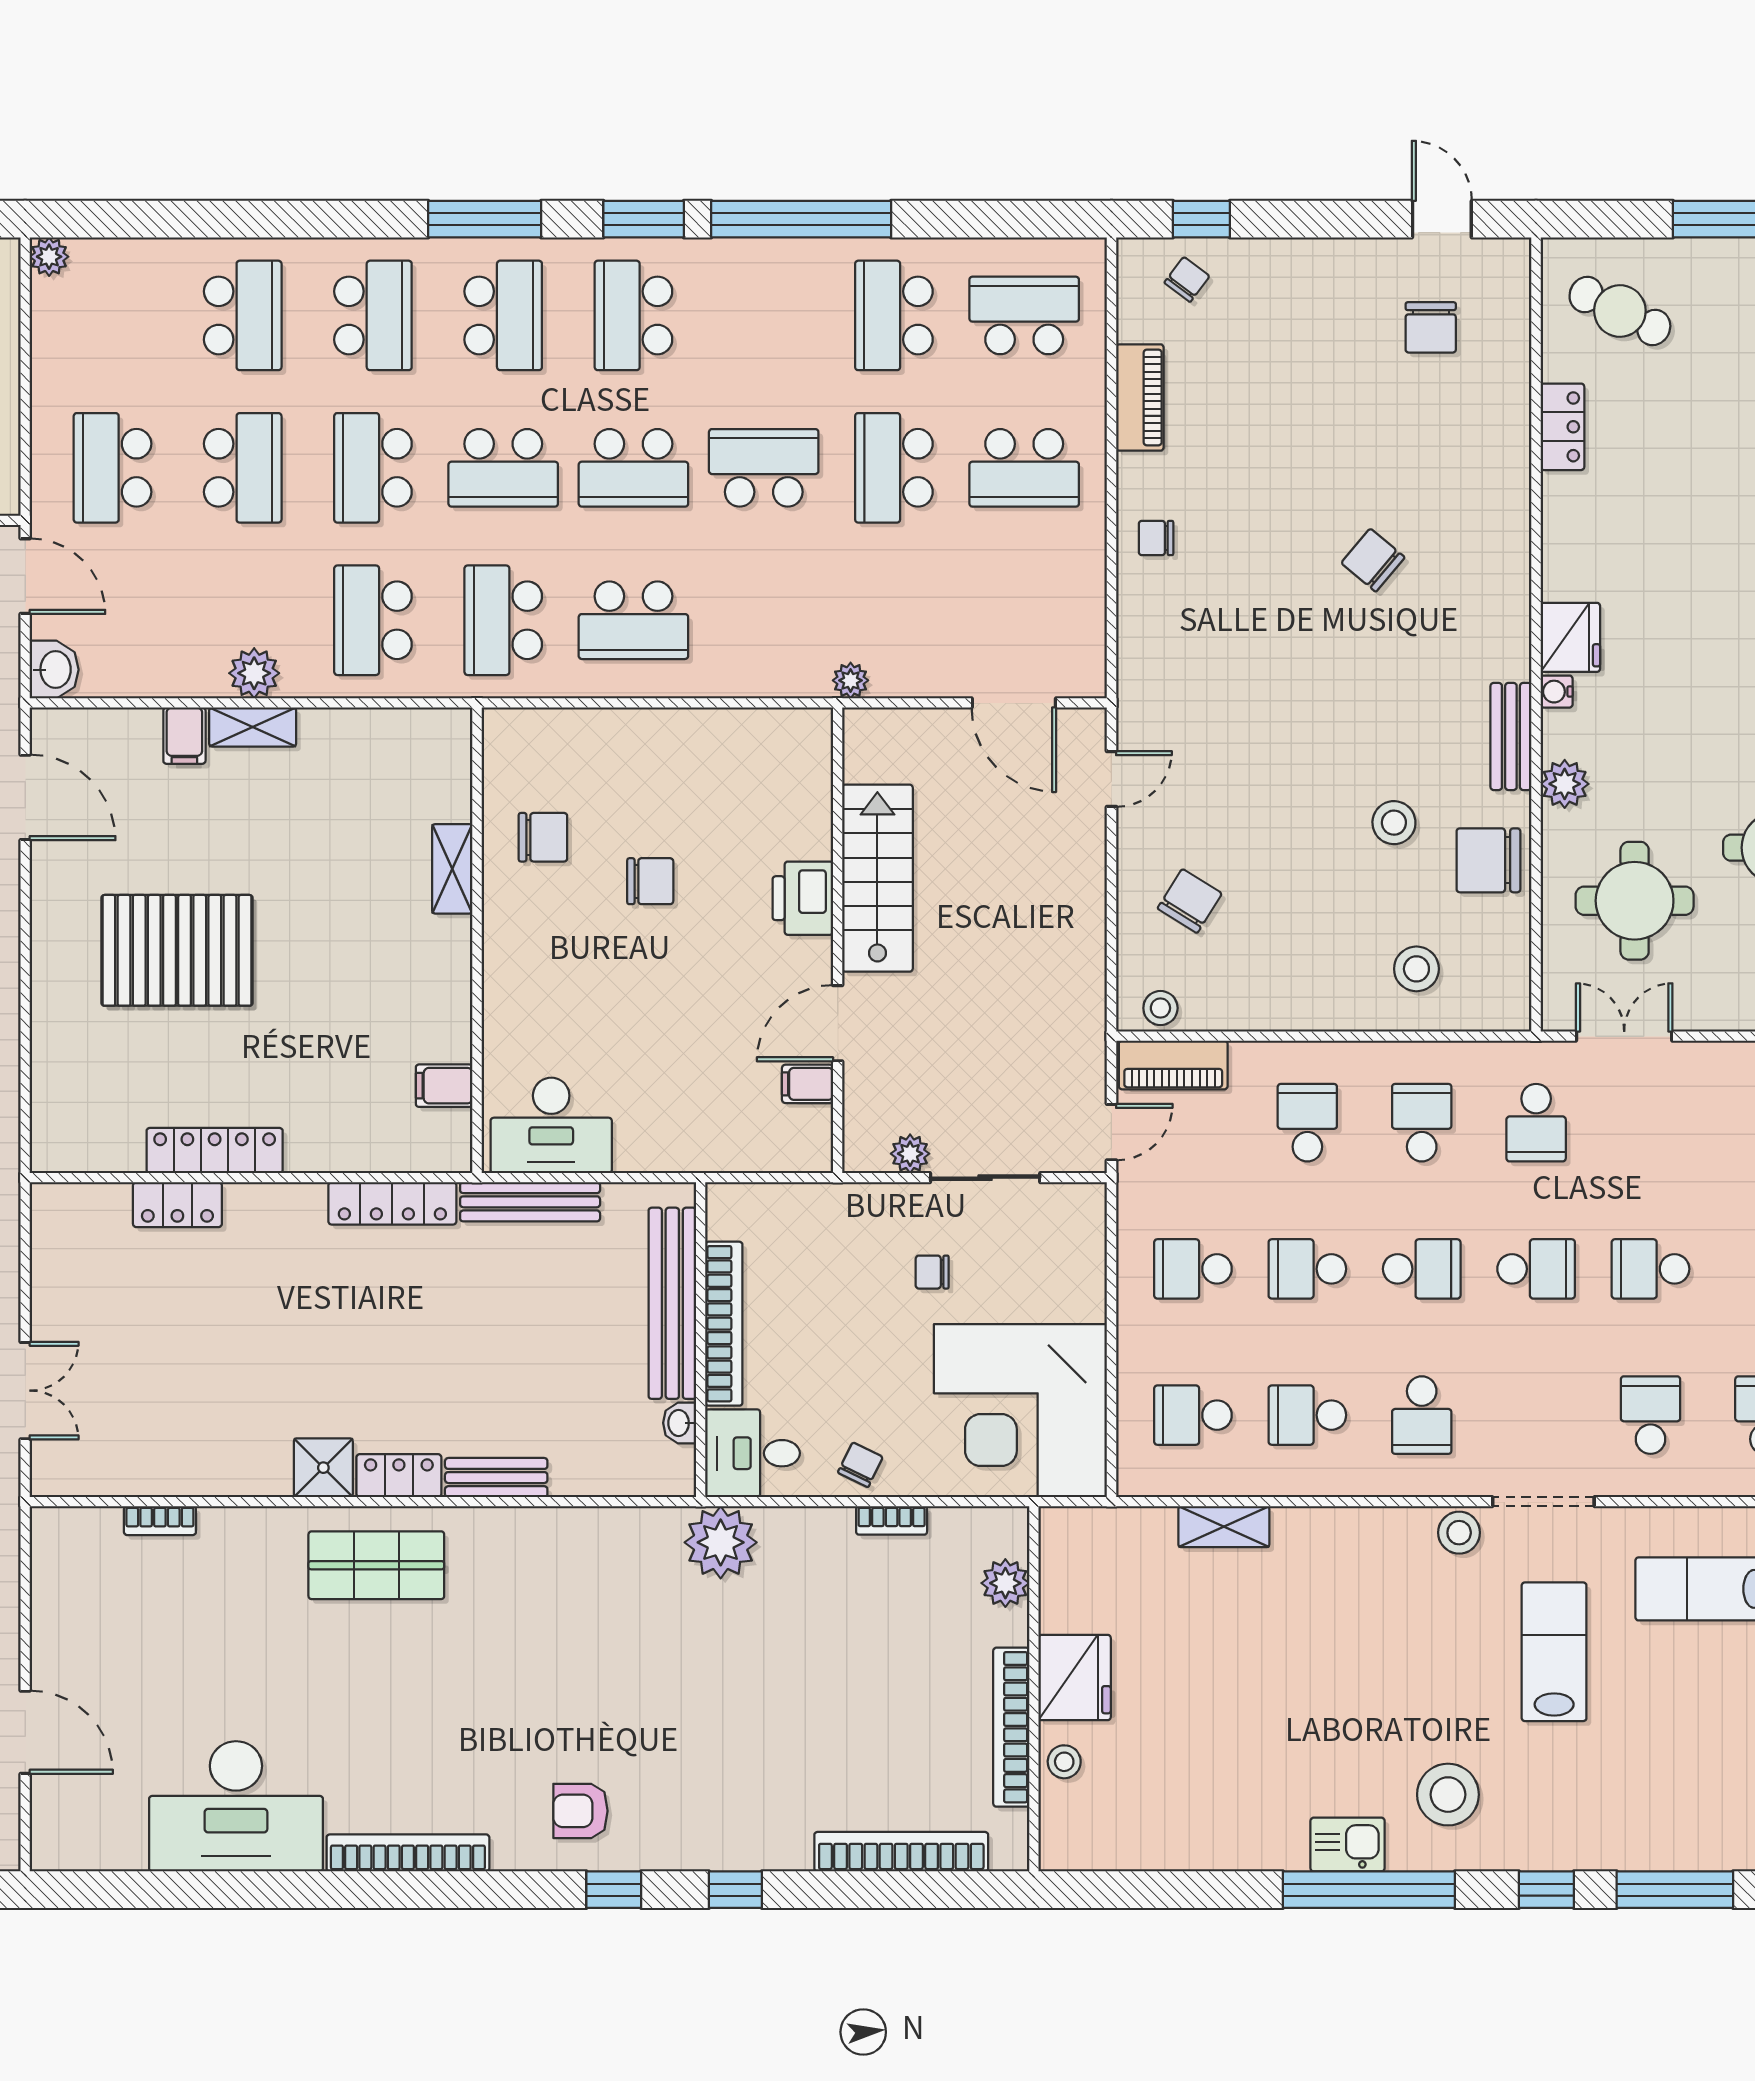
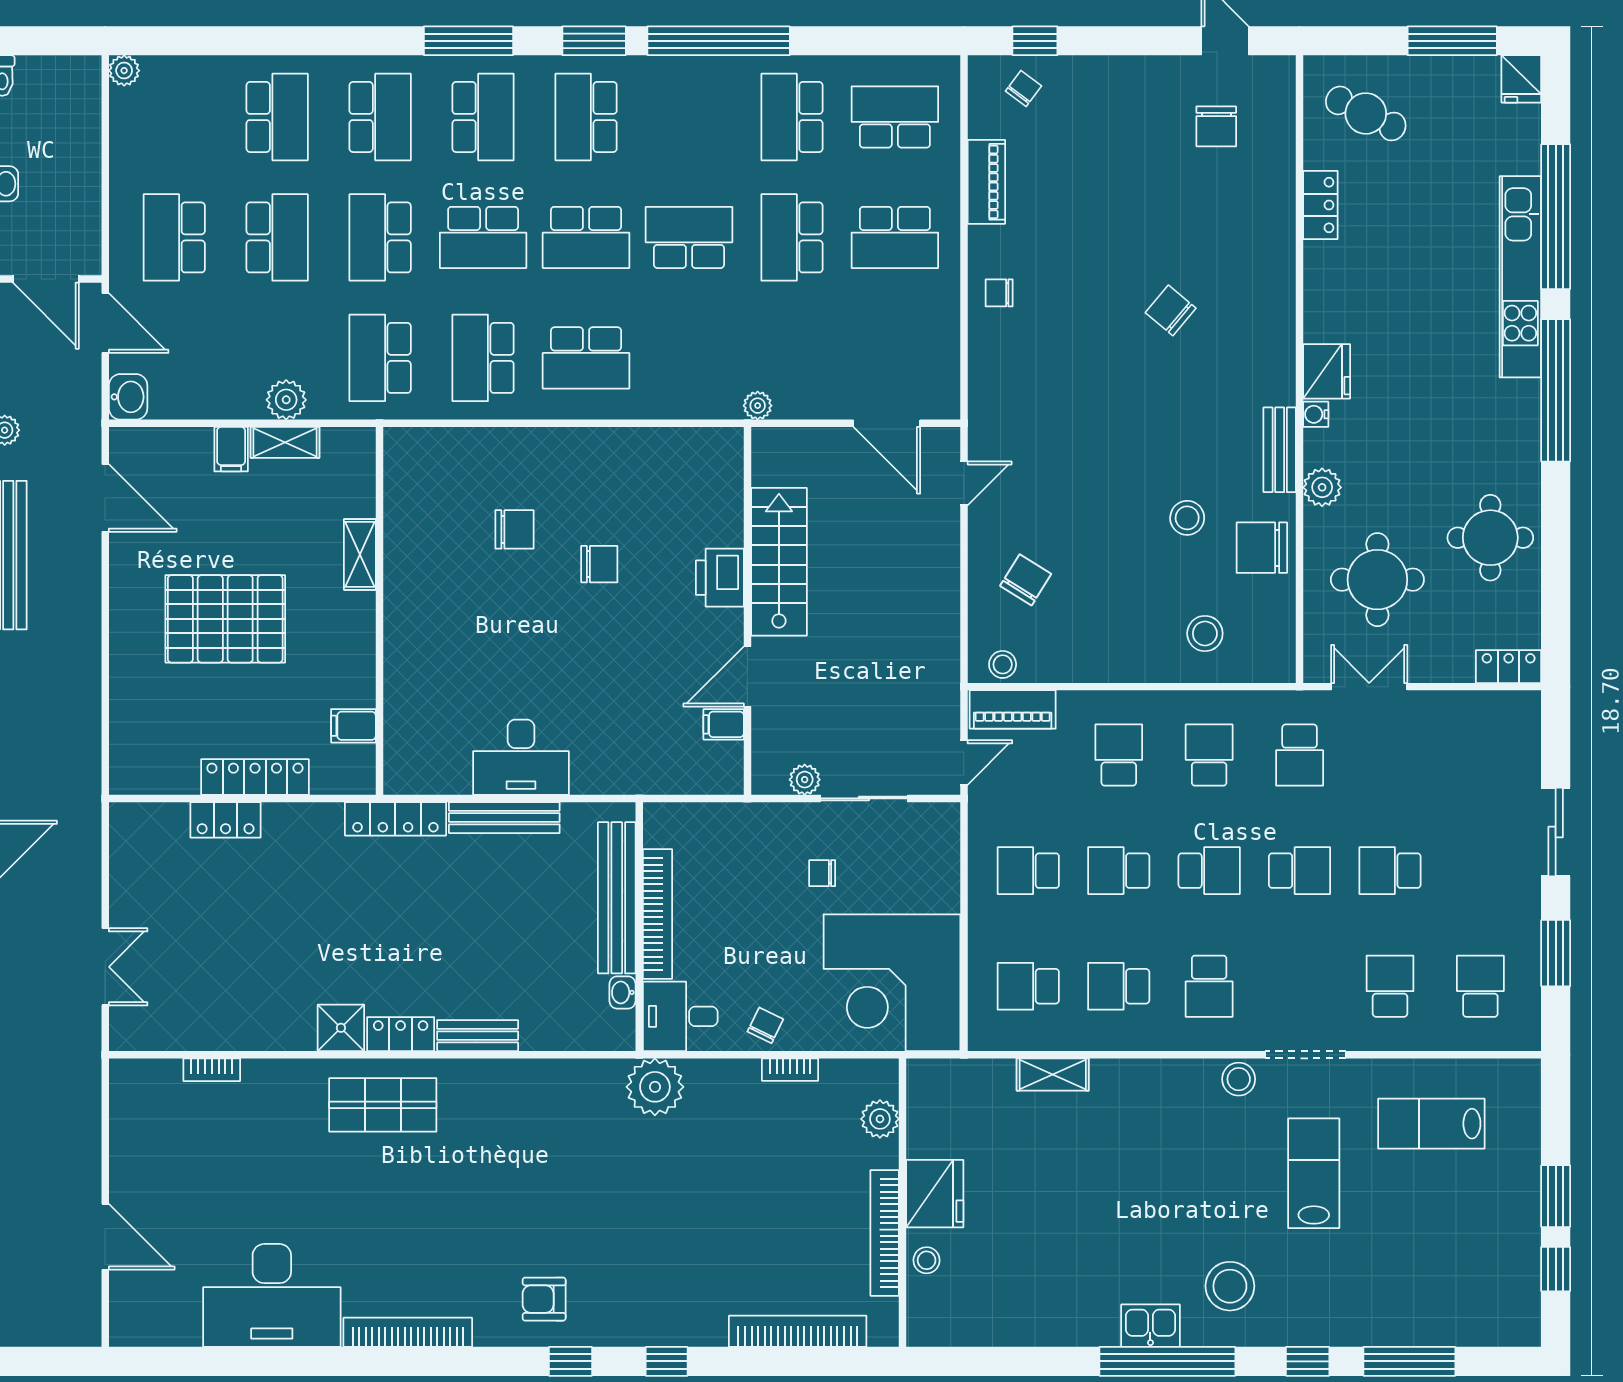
shelving: (452, 869) -> (360, 554), moved
wall: (477, 940) -> (379, 611), moved
filing cabinet: (444, 1086) -> (353, 726), moved

